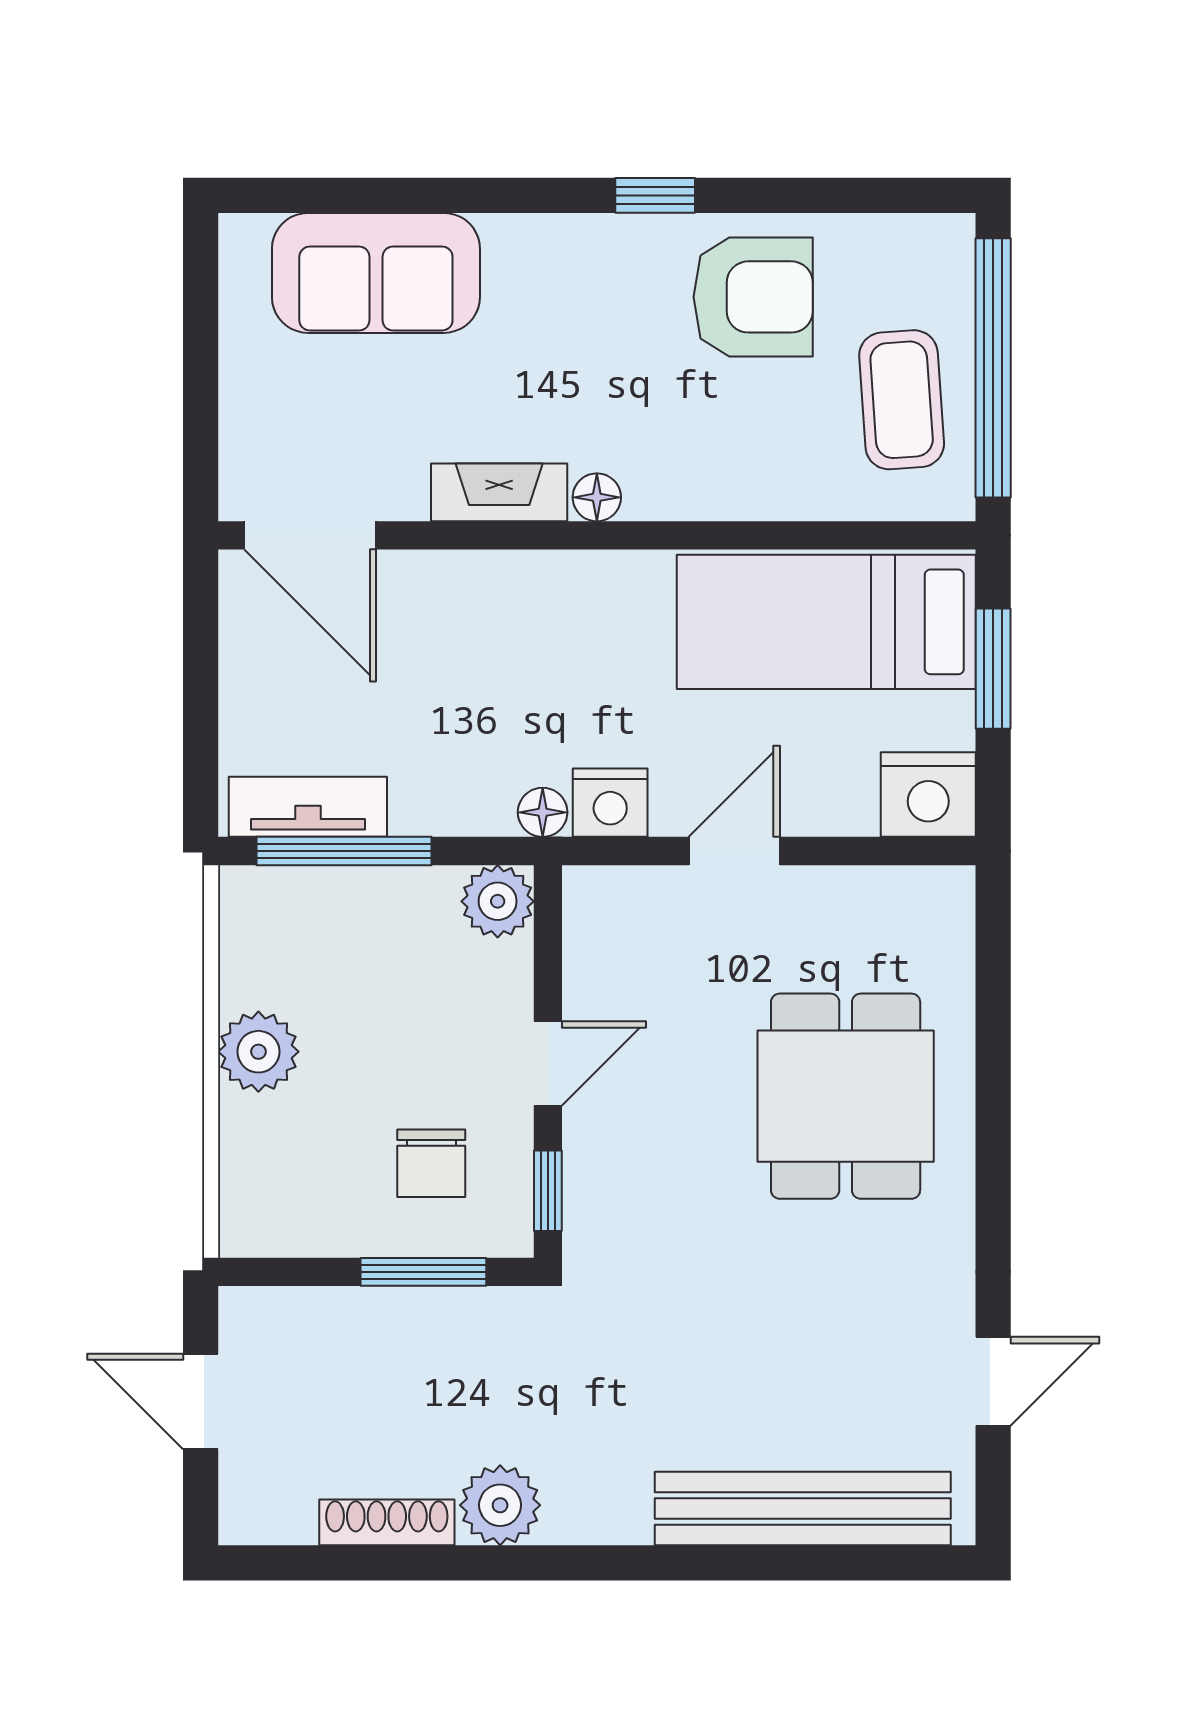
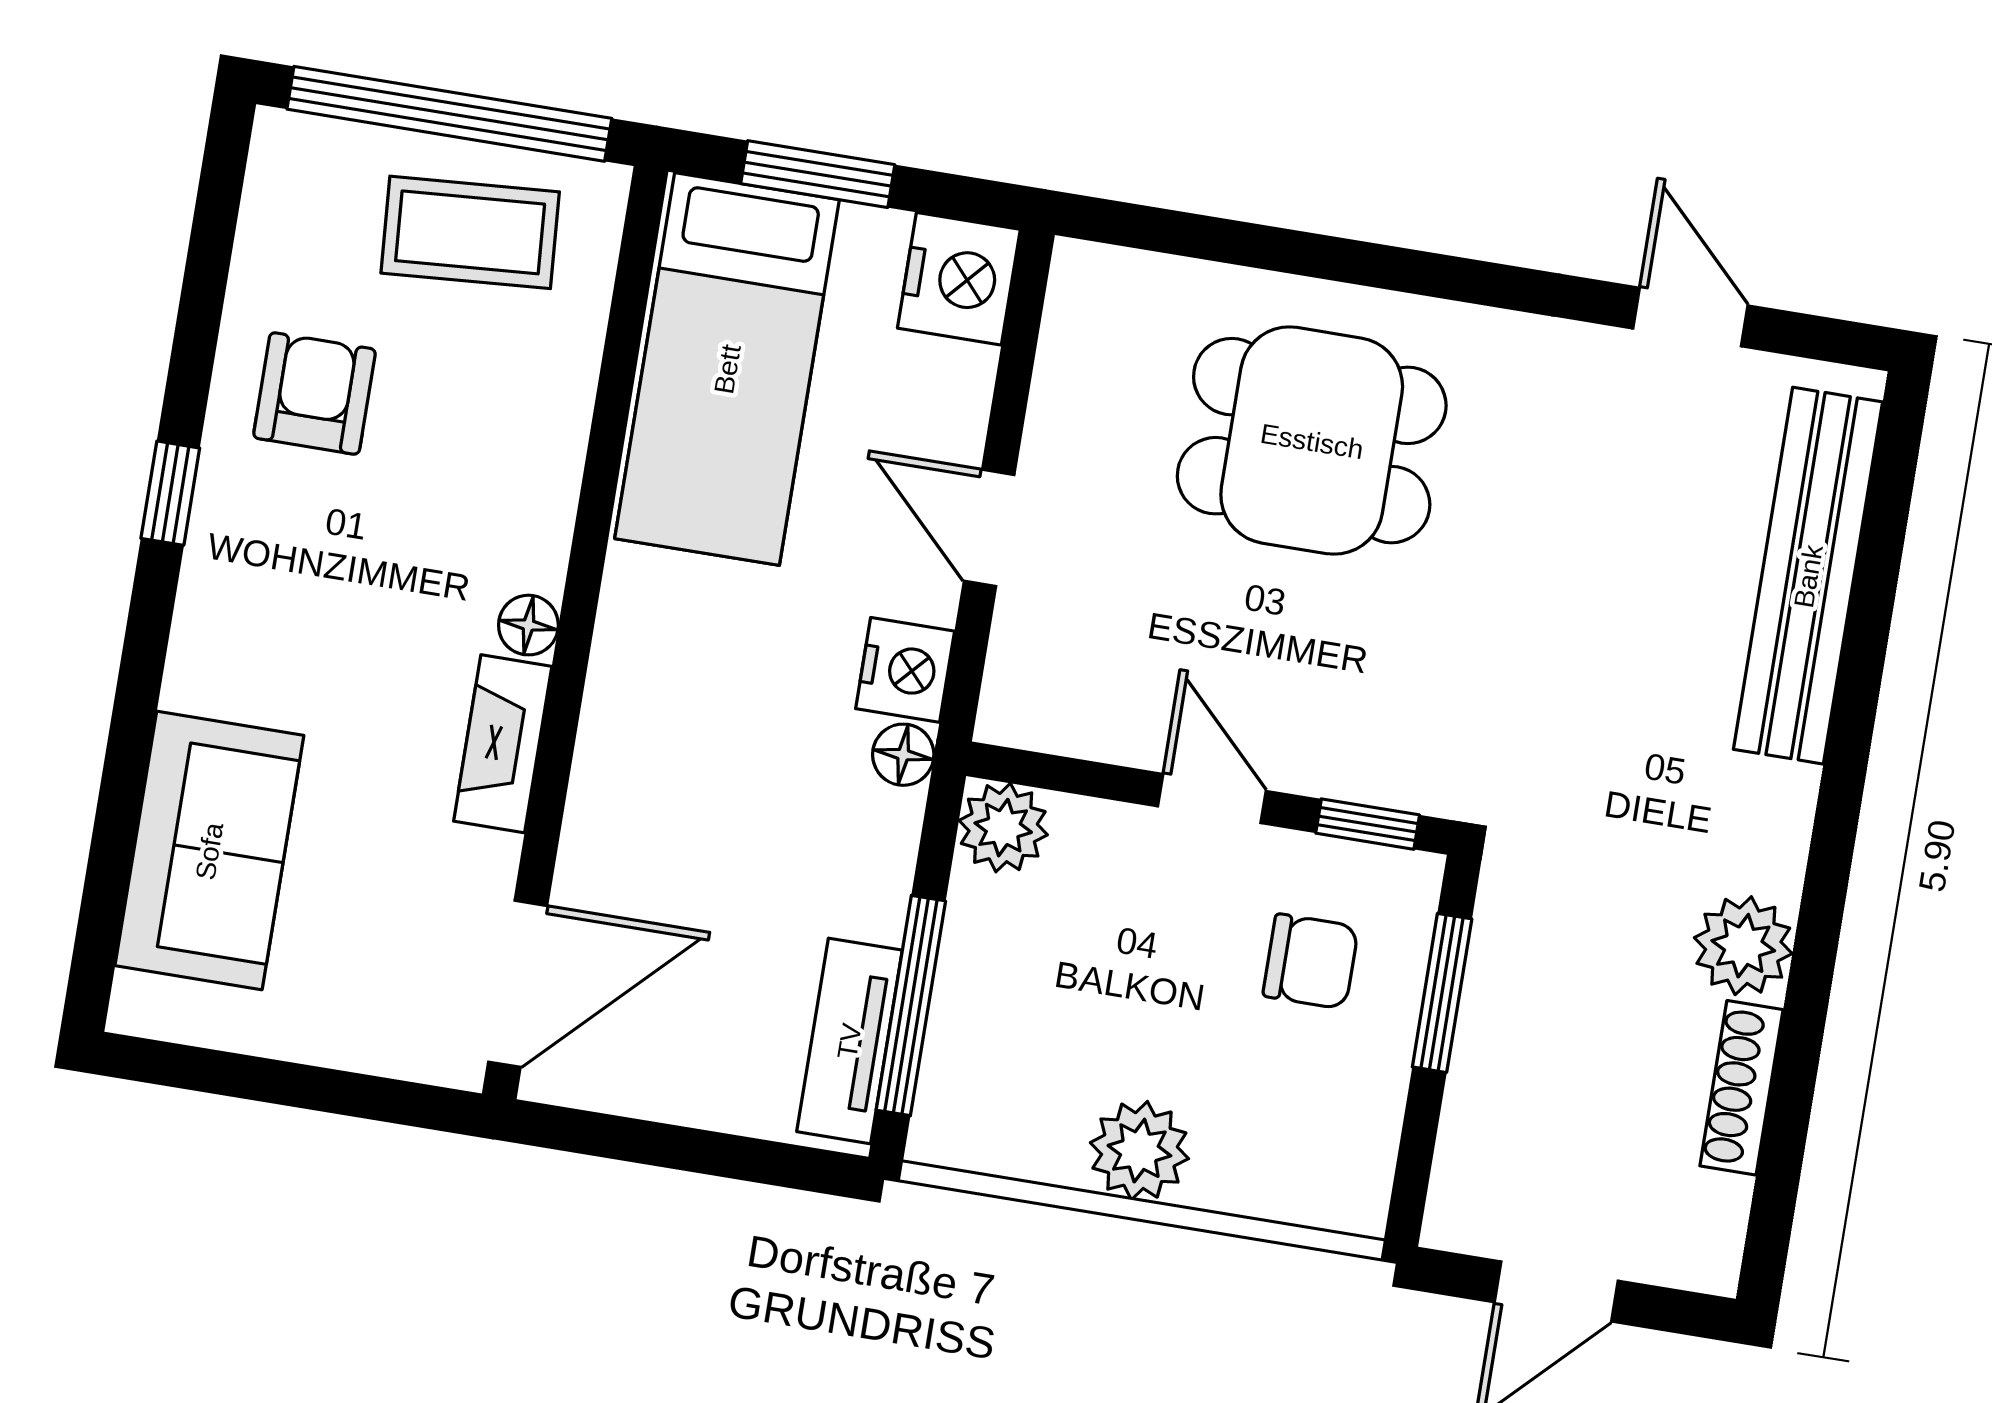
armchair: (753, 297) -> (314, 394), width x0.72, depth x0.72

